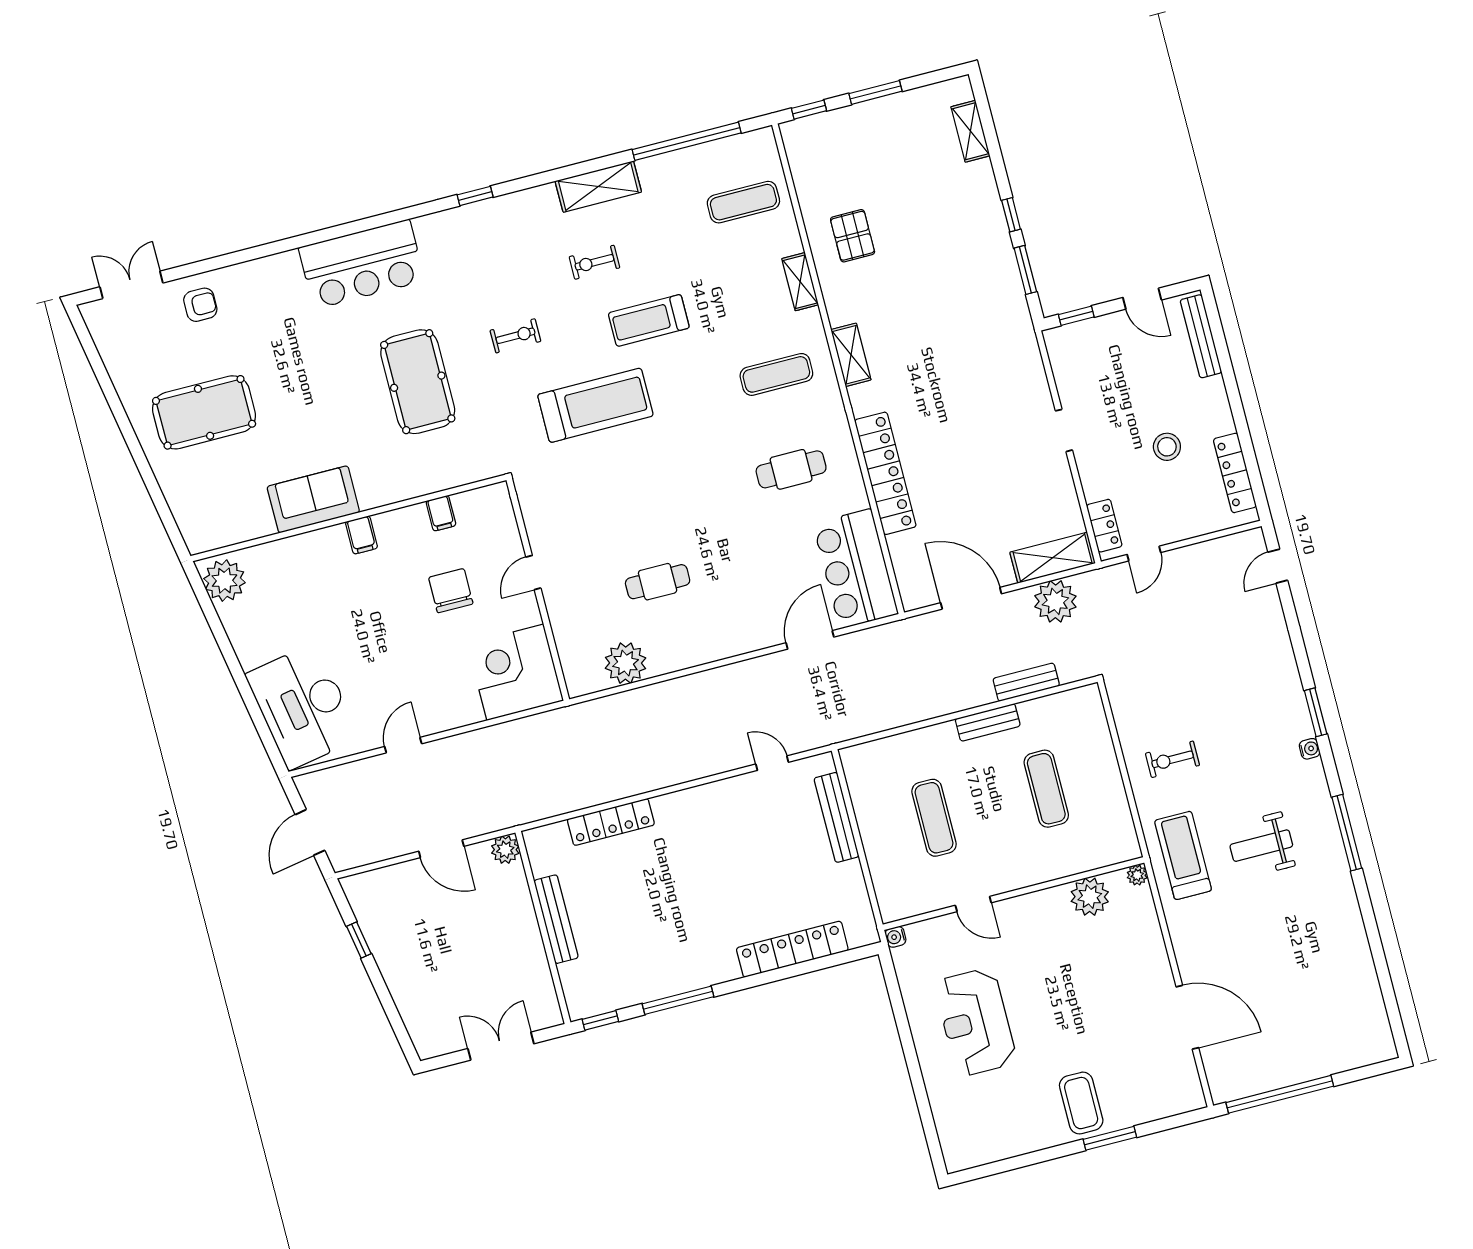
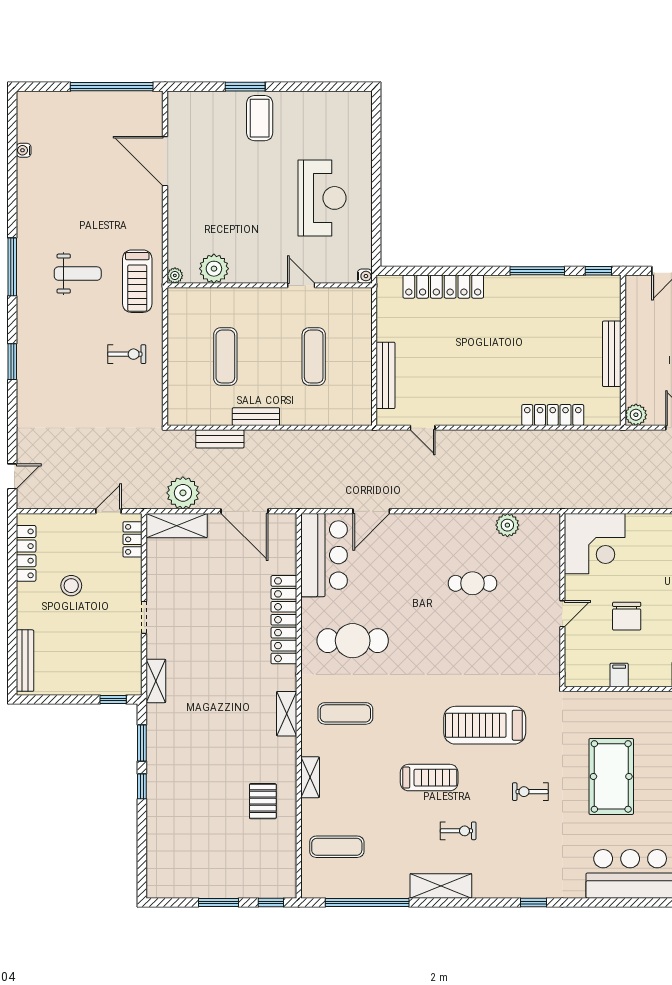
shelving: (970, 131) -> (156, 681), moved
door: (1142, 299) -> (61, 700), removed
cafe table: (791, 469) -> (353, 641), width x1.37, depth x1.35
plant: (626, 663) -> (507, 525), width x0.73, depth x0.73
water cooler: (1310, 749) -> (24, 150), moved

